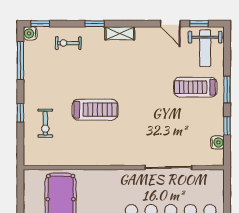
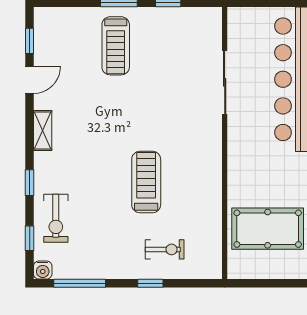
window: (40, 24) -> (30, 238), moved
shelving: (120, 33) -> (43, 130), moved
exercise bike: (68, 43) -> (56, 218), width x1.38, depth x1.39
weight bench: (205, 48) -> (63, 33), removed
water cooler: (217, 142) -> (191, 16), removed

